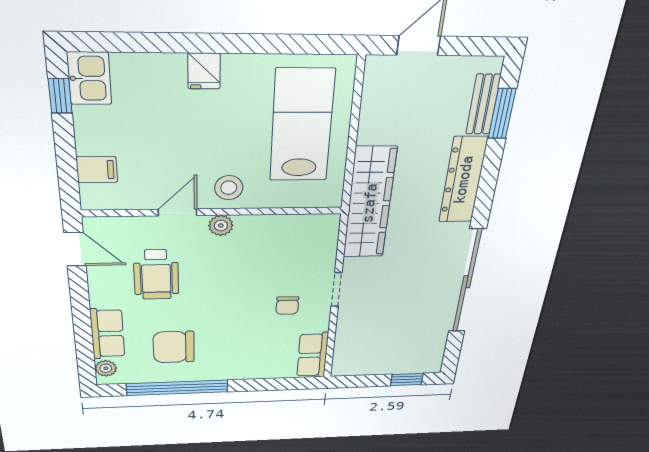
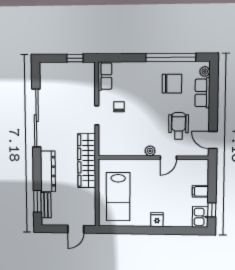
filing cabinet: (97, 170) -> (200, 191), moved
stool: (229, 188) -> (147, 169), removed
window: (407, 380) -> (75, 58), moved

